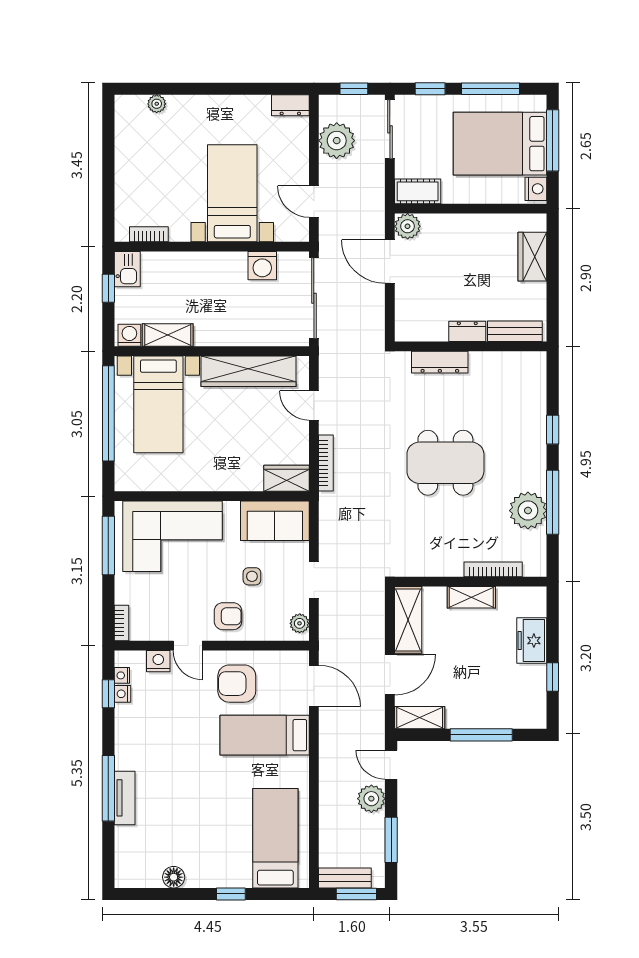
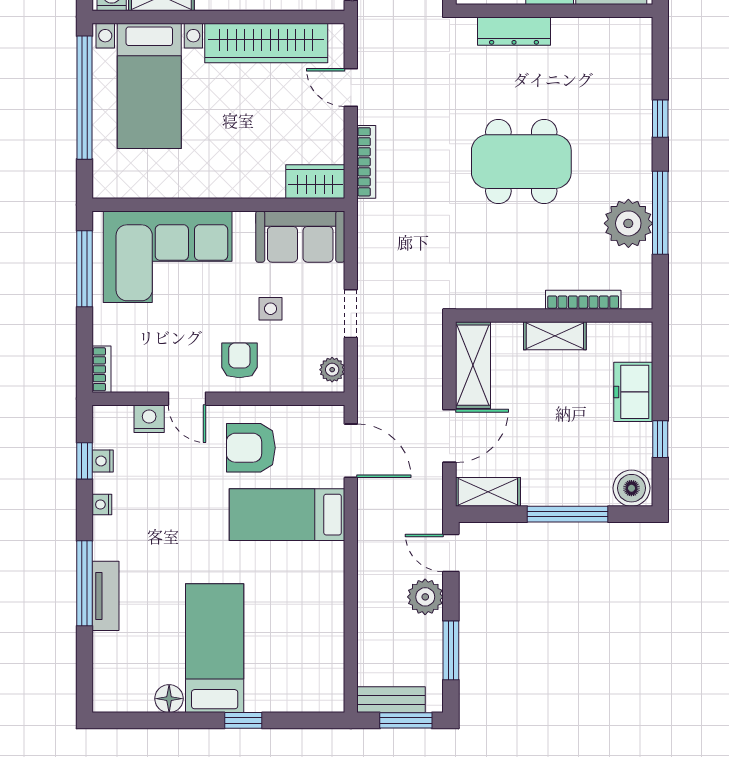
armchair: (228, 616) -> (239, 360), turned -90
nightstand: (122, 675) -> (102, 505), moved
boiler: (530, 715) -> (631, 488), added
bed: (275, 838) -> (215, 648), moved

